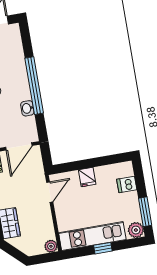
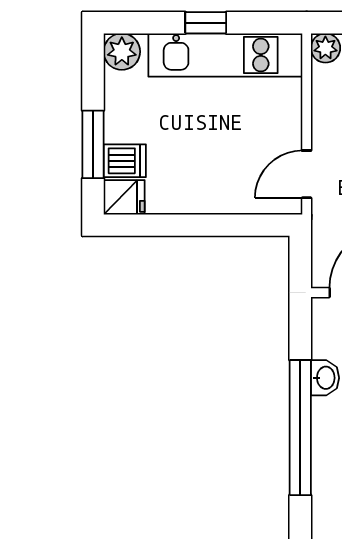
fridge: (87, 177) -> (124, 197), moved, turned 90
window: (145, 212) -> (93, 144), moved

